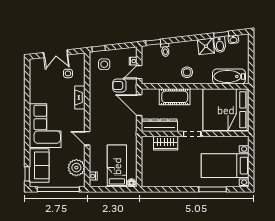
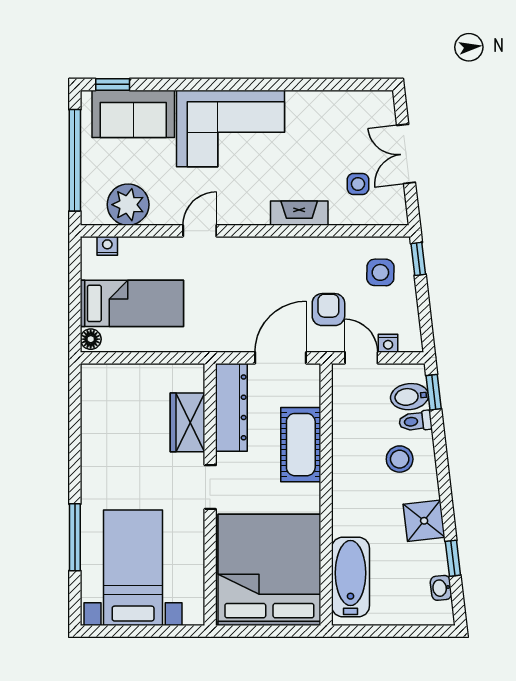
bidet: (220, 45) -> (410, 397), moved
stool: (187, 72) -> (400, 459), moved

